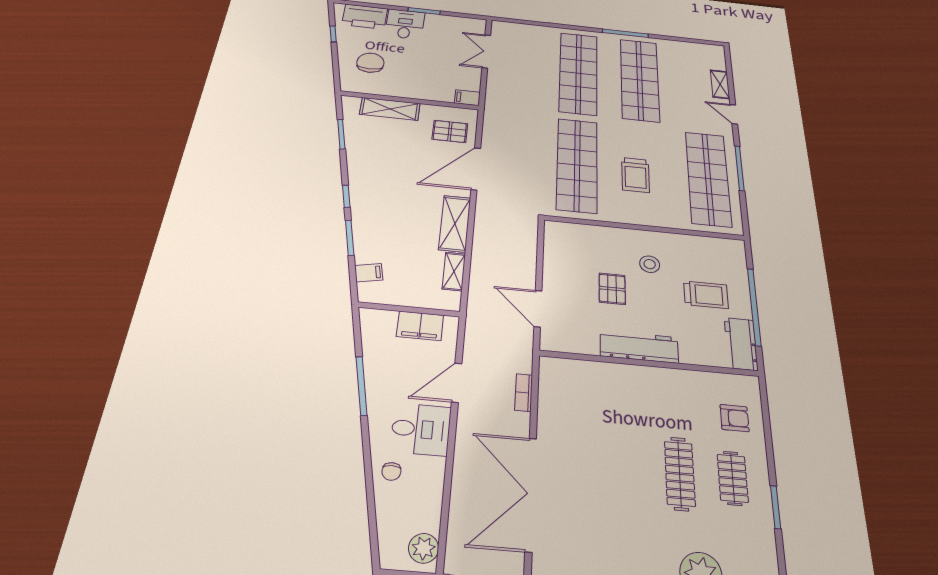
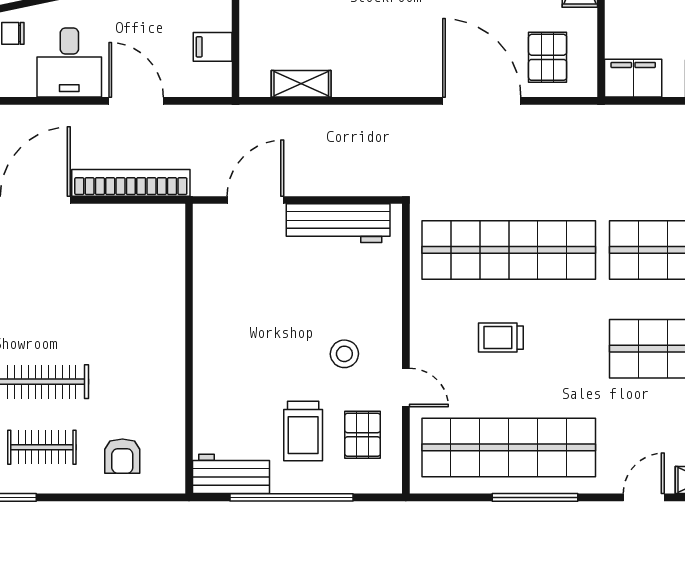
filing cabinet: (467, 98) -> (633, 78), width x2.00
trolley: (636, 175) -> (501, 338), width x0.73, depth x0.72
shelving: (455, 224) -> (380, 78), removed
door: (672, 231) -> (406, 388), added
pallet: (612, 289) -> (363, 435), moved, turned 90
filing cabinet: (420, 326) -> (213, 47), width x0.50
workbench: (639, 347) -> (338, 223), moved, turned 90
bookcase: (524, 393) -> (131, 183), width x2.31, depth x1.31

